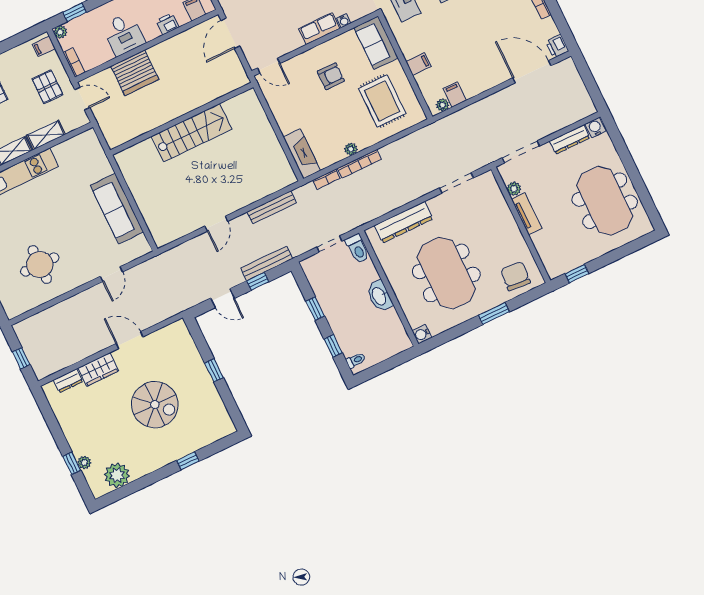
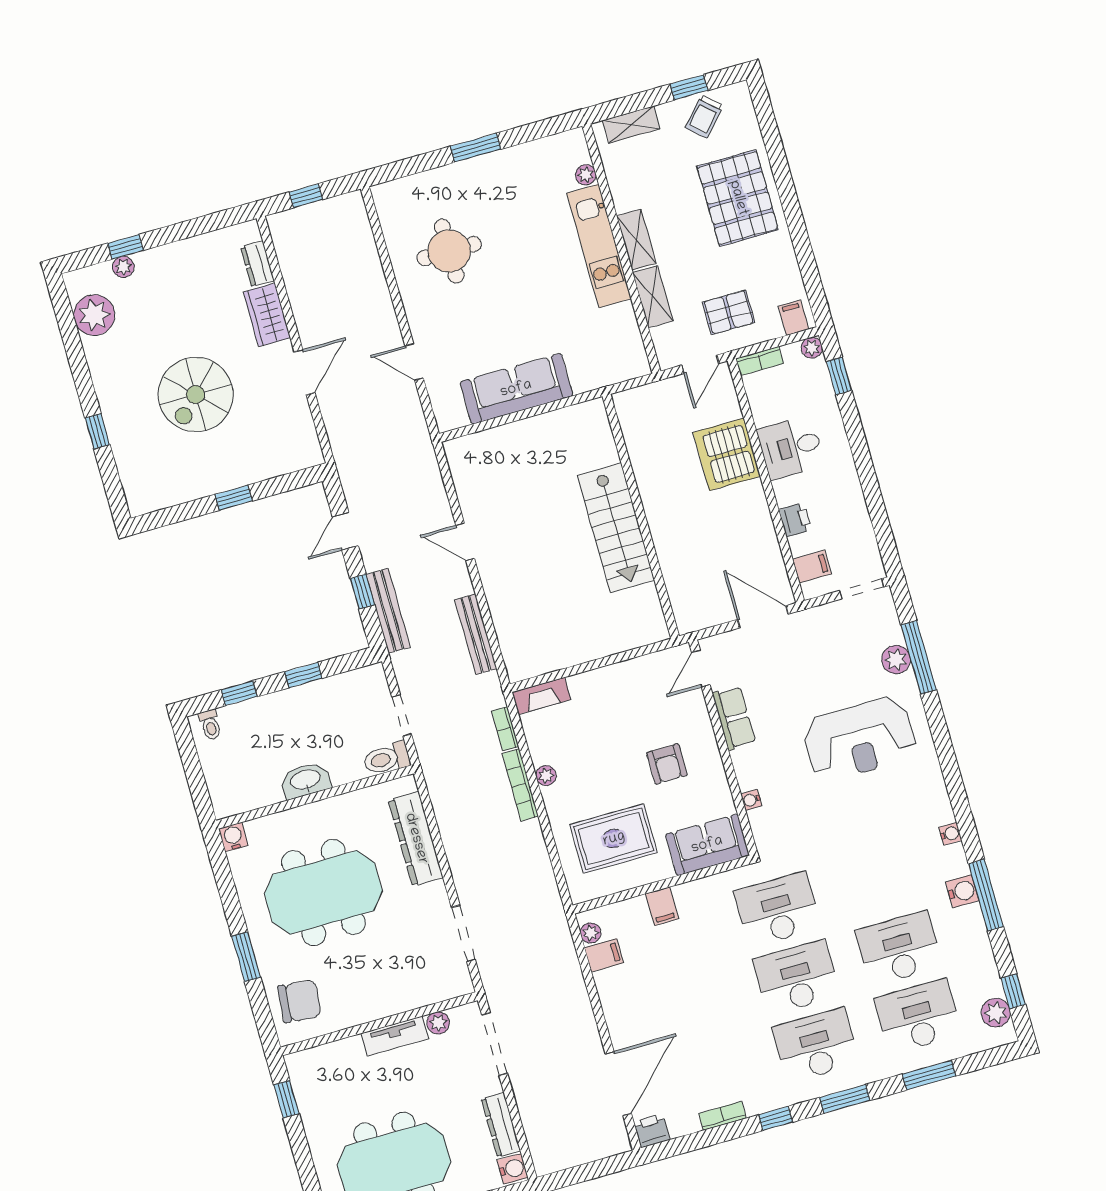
row of seats: (319, 29) -> (734, 718), moved
fireplace: (302, 154) -> (541, 696), width x0.73, depth x0.76

